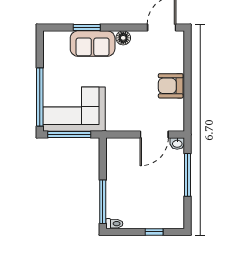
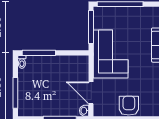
corner sofa: (74, 109) -> (111, 54), moved
window: (154, 232) -> (15, 93), width x2.17

